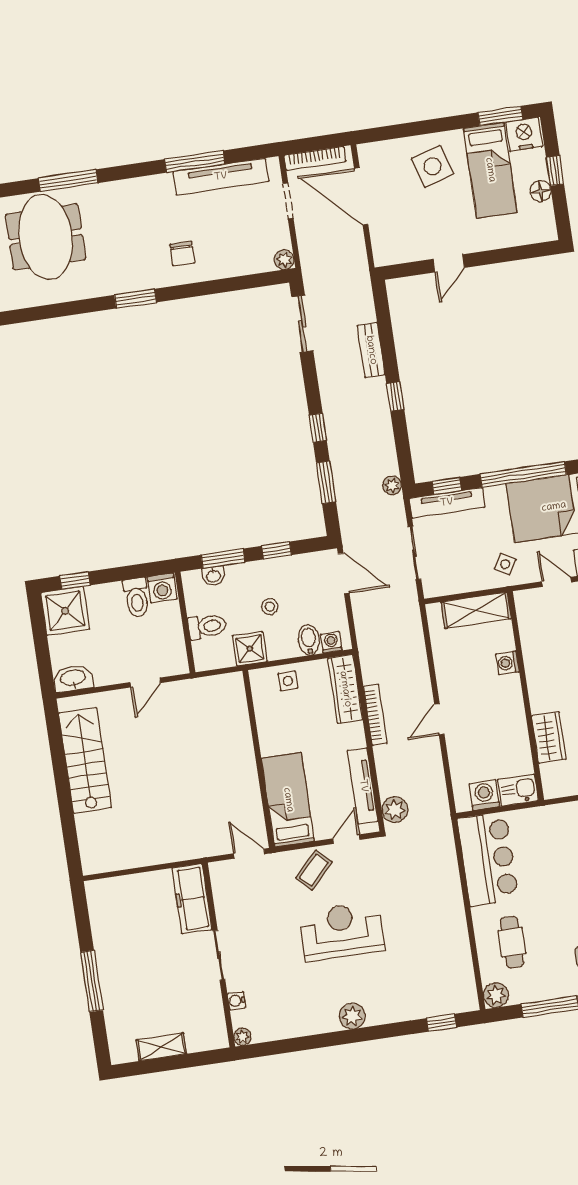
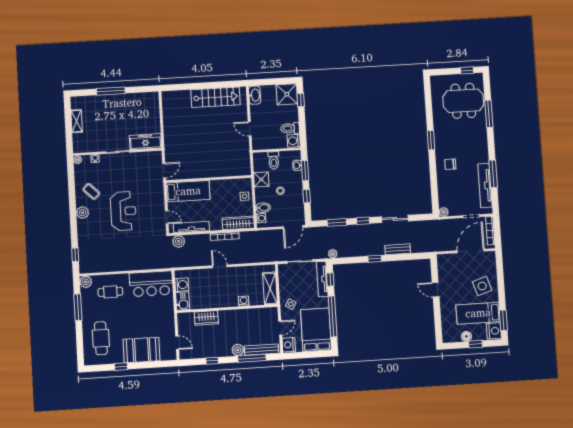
sliding door: (302, 324) -> (395, 219), moved
coffee table: (314, 870) -> (91, 191), moved

